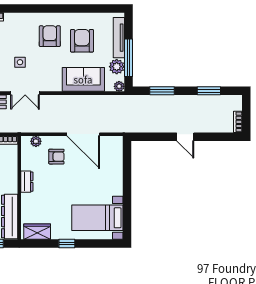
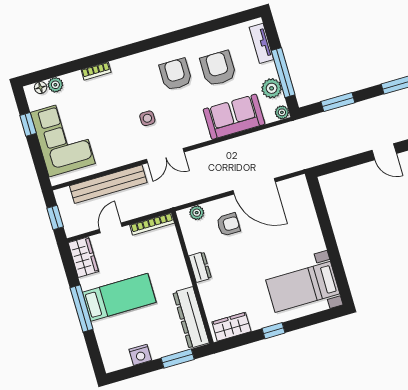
tv unit: (119, 38) -> (261, 43), width x0.71

